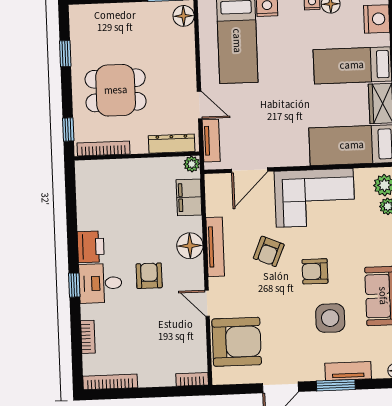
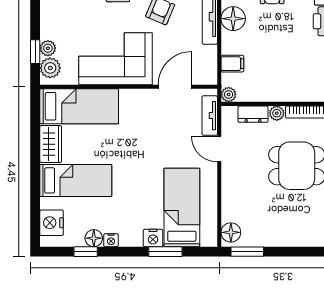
dresser: (172, 144) -> (253, 114), width x0.70
plant: (139, 146) -> (277, 113), added
filing cabinet: (189, 197) -> (232, 64), width x0.50

